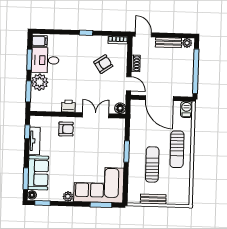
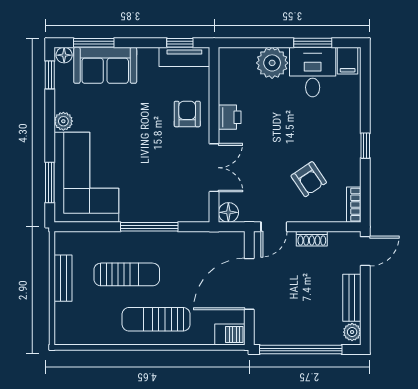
window: (28, 91) -> (254, 43), removed
armchair: (66, 129) -> (187, 114), turned 180
tv unit: (35, 141) -> (184, 57), moved
window: (127, 151) -> (149, 227), width x1.44

